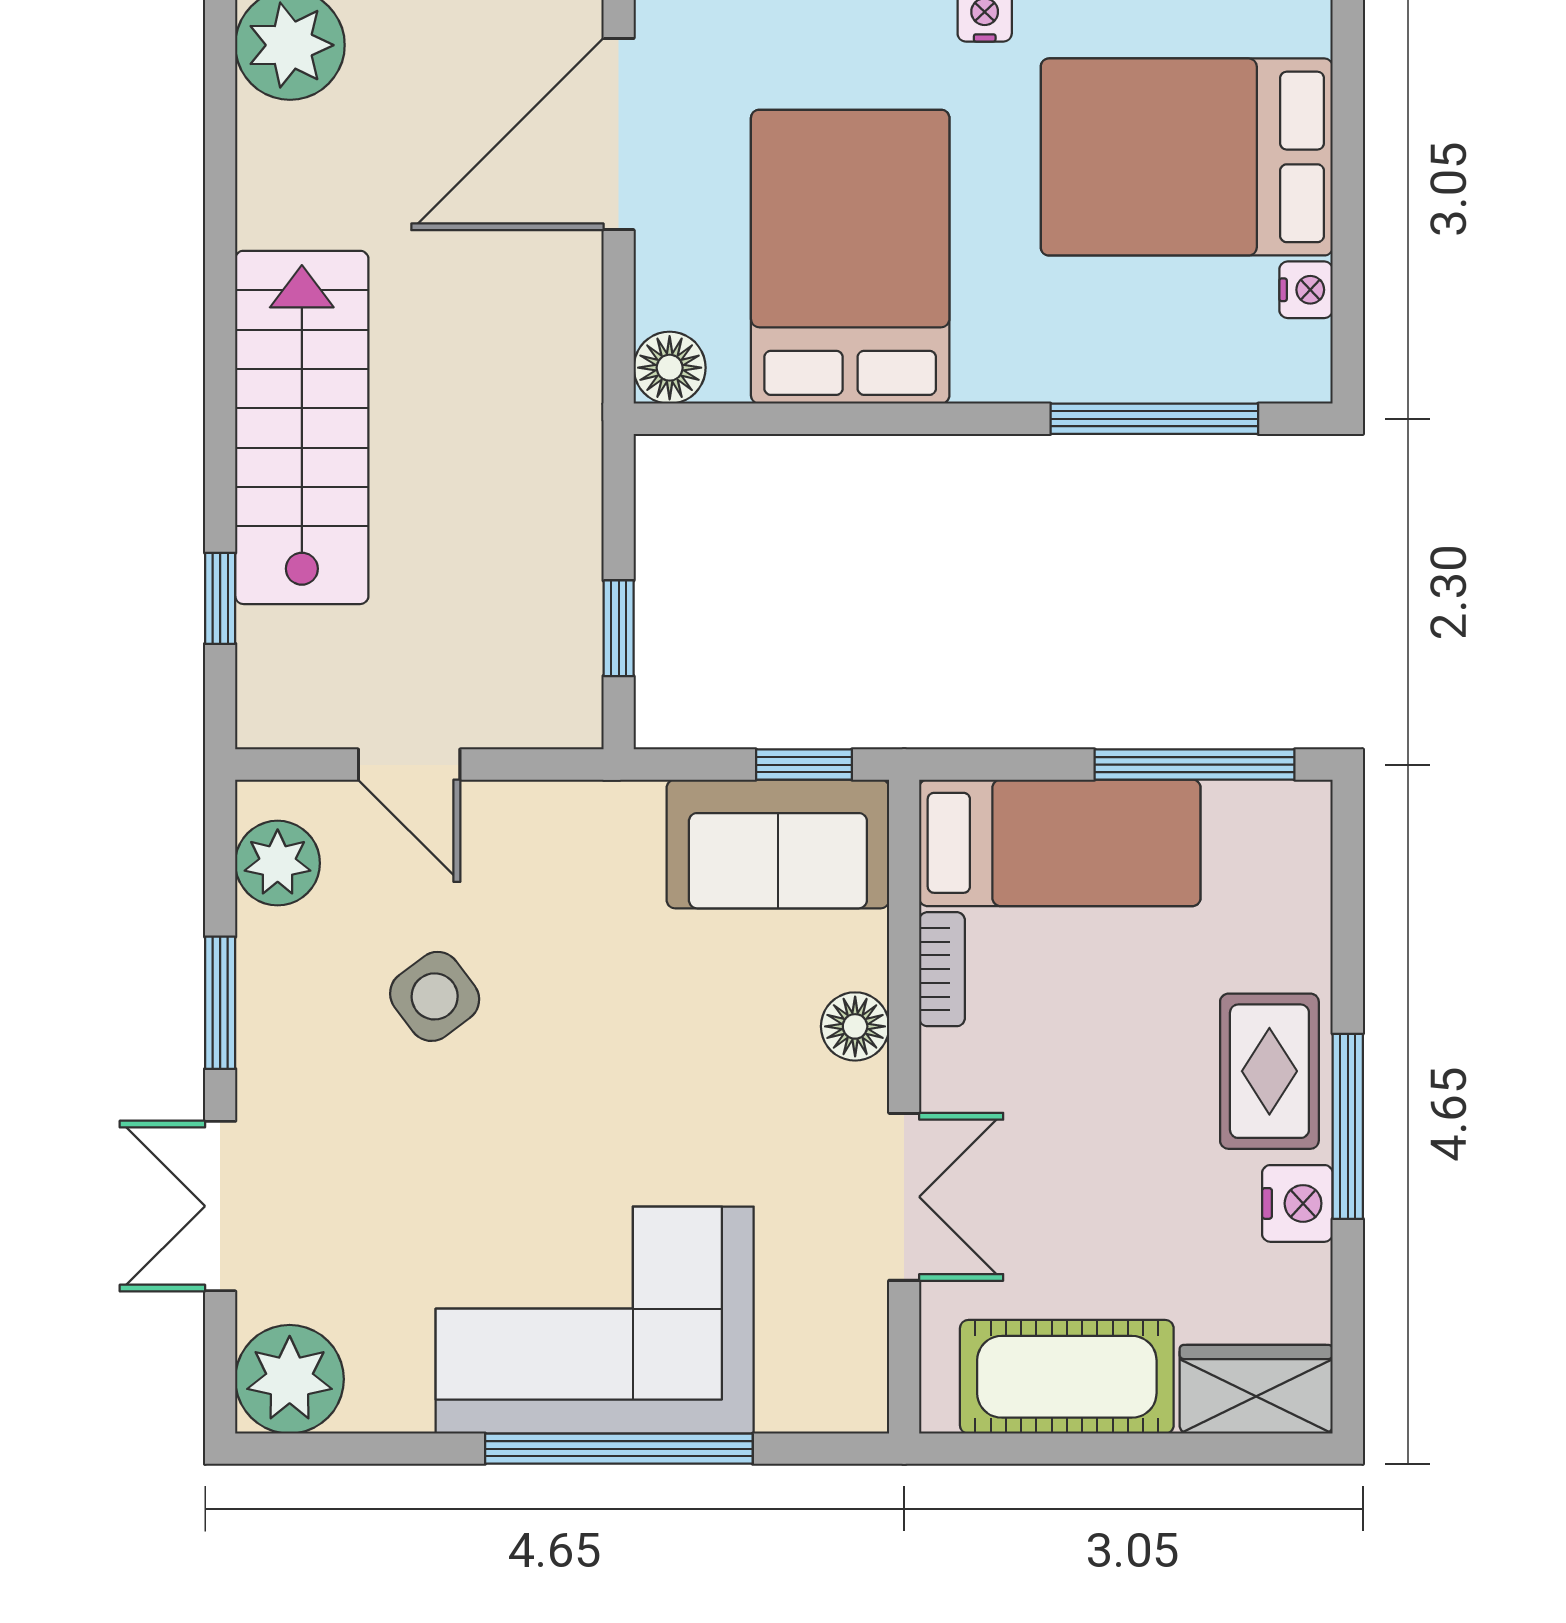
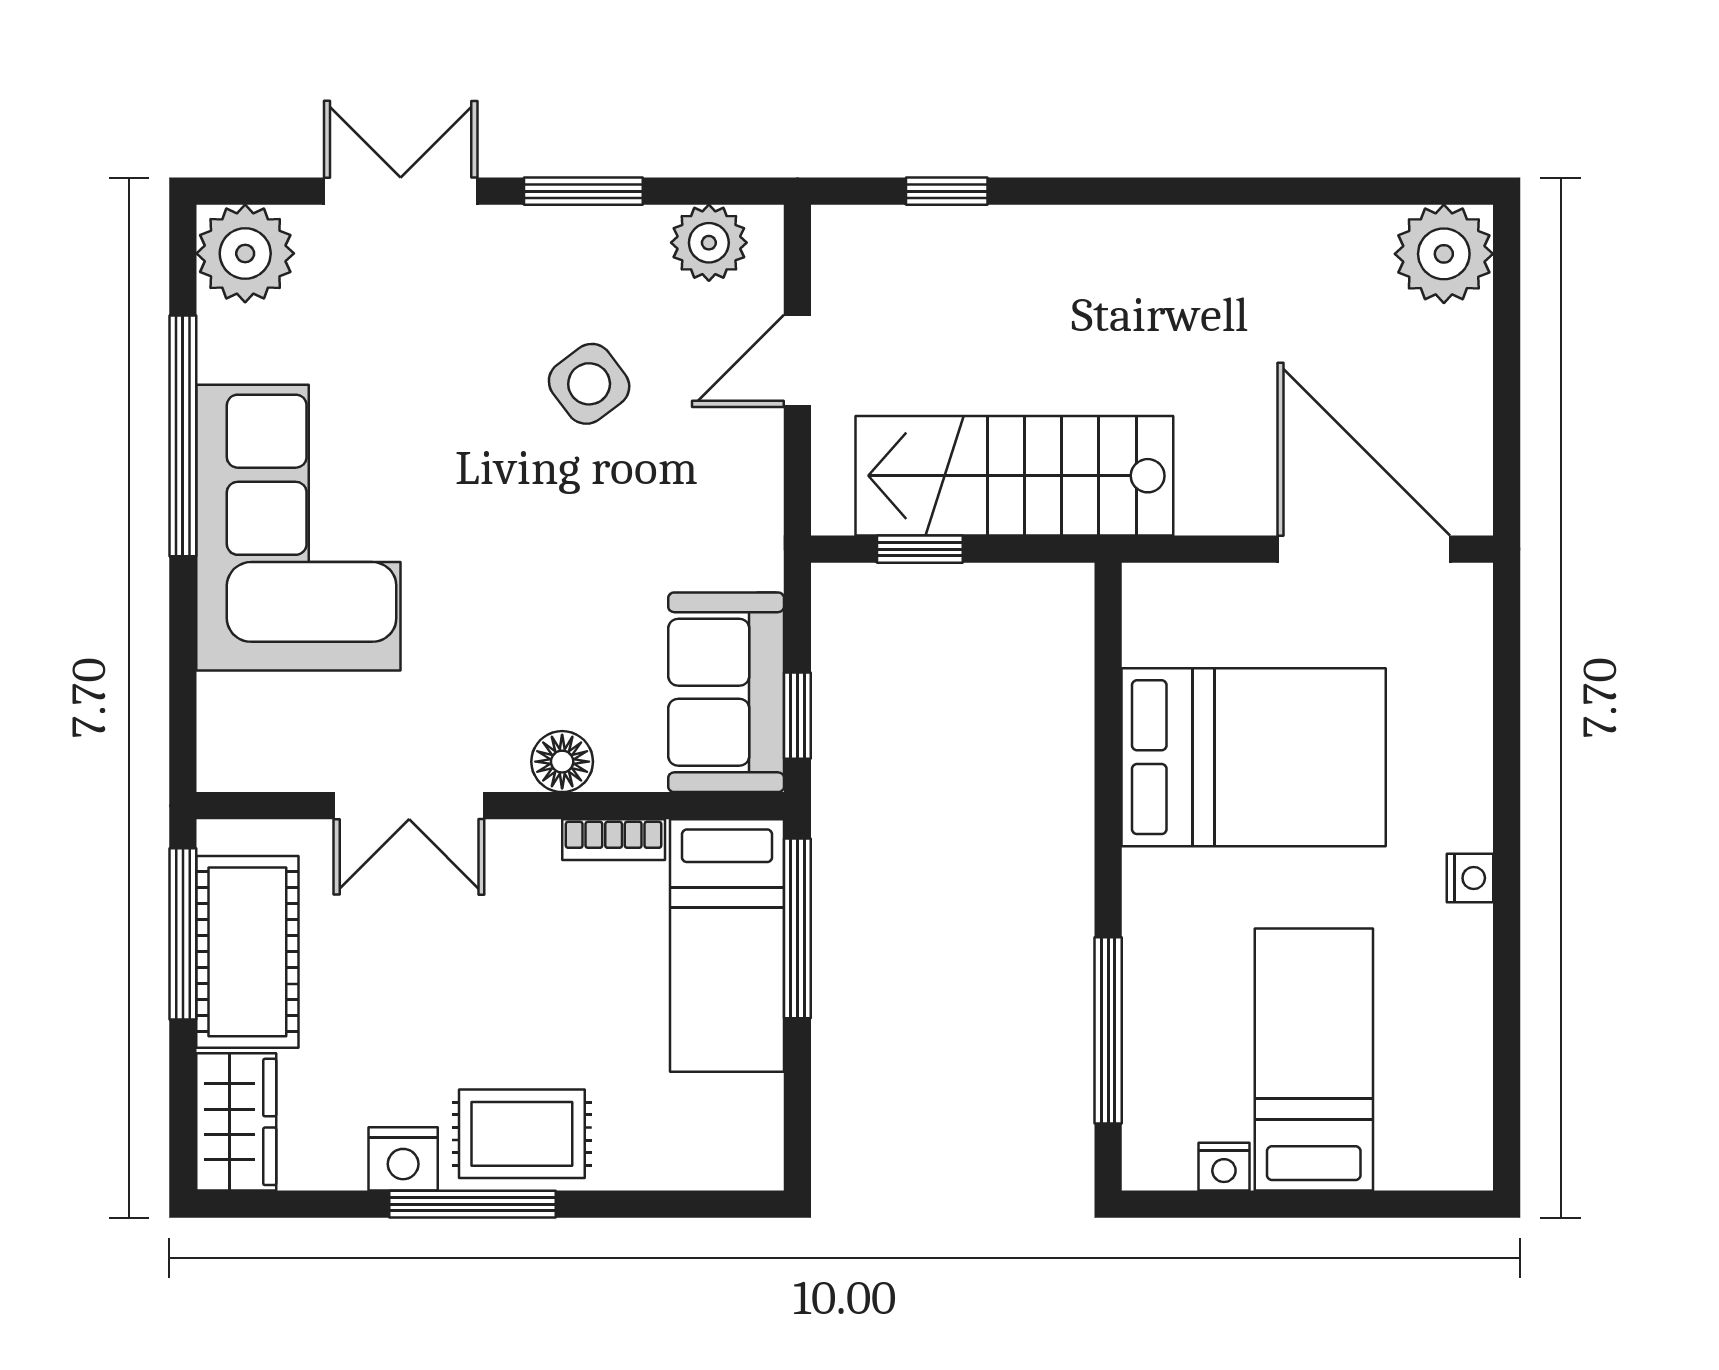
bed: (1187, 157) -> (1314, 1060), width x0.67
floor lamp: (670, 368) -> (1154, 595), removed
stairs: (302, 427) -> (1014, 476), moved, turned 180
window: (1195, 765) -> (797, 928), moved
window: (619, 1449) -> (183, 436), moved
window: (1047, 1449) -> (183, 934), added

